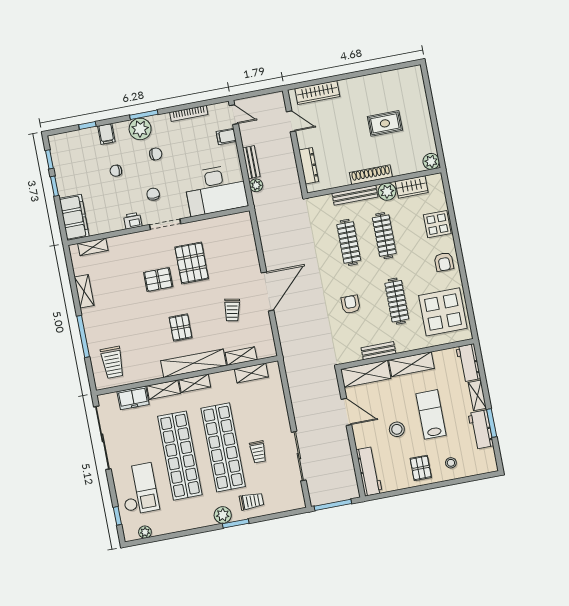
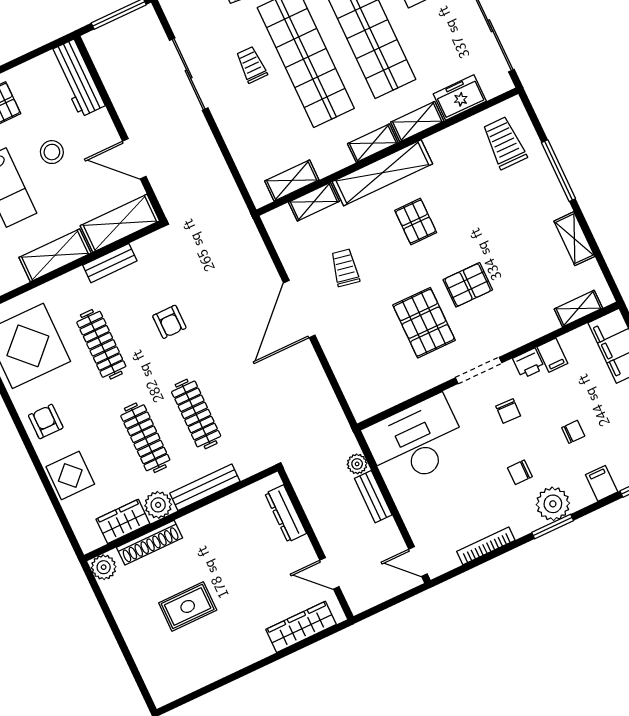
filing cabinet: (226, 136) -> (552, 355), moved, turned 90
shoe rack: (371, 175) -> (150, 543), moved

